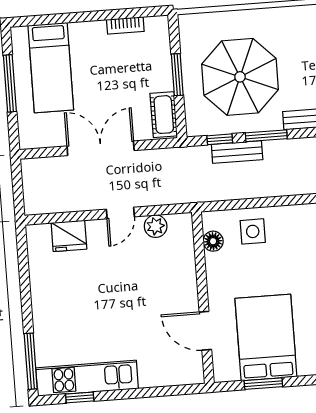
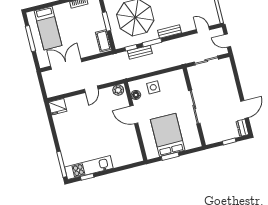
double door: (101, 148) -> (66, 64), moved
plant: (156, 226) -> (118, 90), moved
fridge: (69, 236) -> (58, 107), moved
door: (205, 331) -> (134, 115), moved

